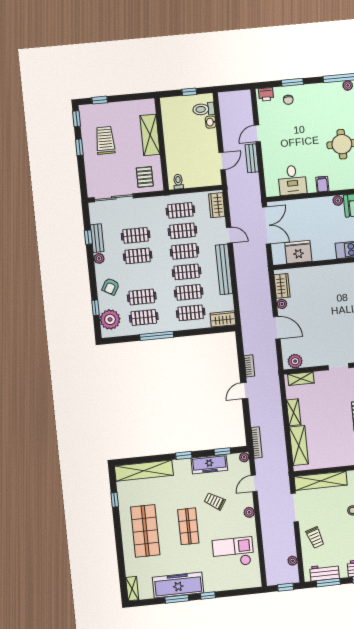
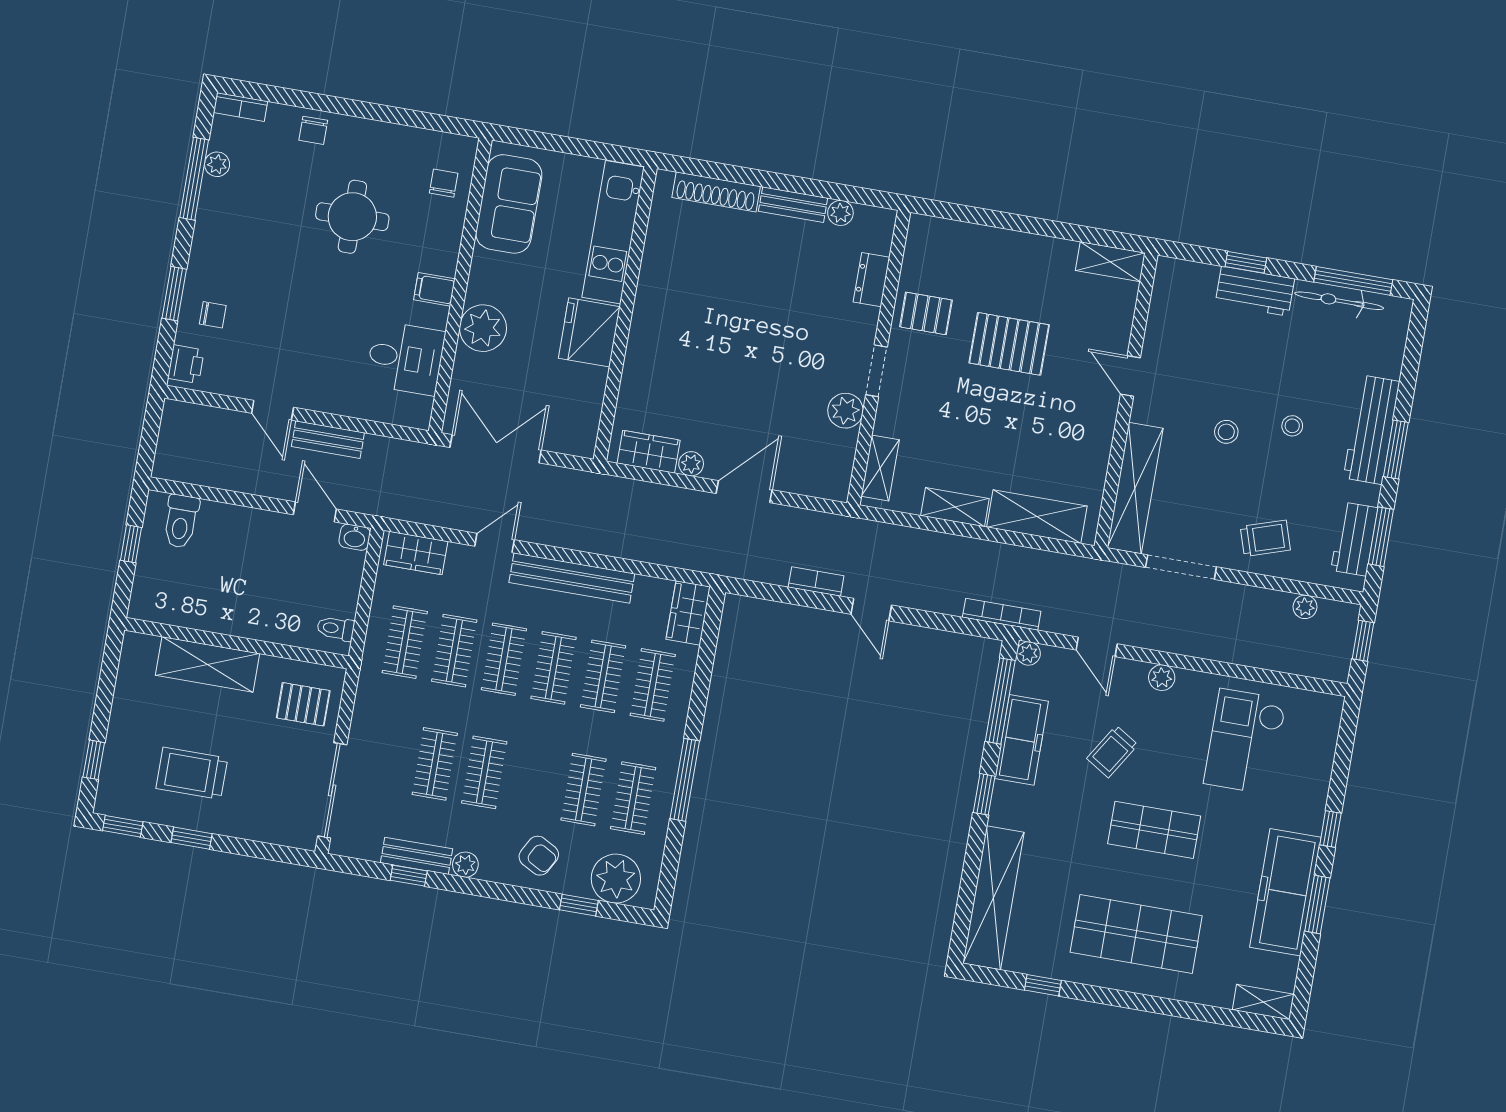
washbasin: (211, 122) -> (355, 537), moved
plant: (338, 201) -> (483, 328), moved, width x1.87, depth x1.87
fridge: (298, 252) -> (589, 332), moved
plant: (295, 361) -> (845, 411), moved
window: (222, 451) -> (1000, 701), width x2.17

